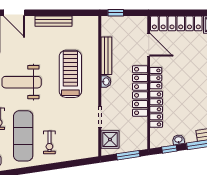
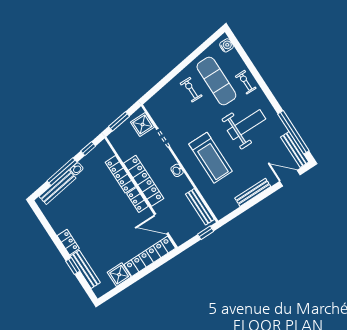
bench: (106, 56) -> (200, 207), moved
washbasin: (178, 140) -> (77, 169), moved

